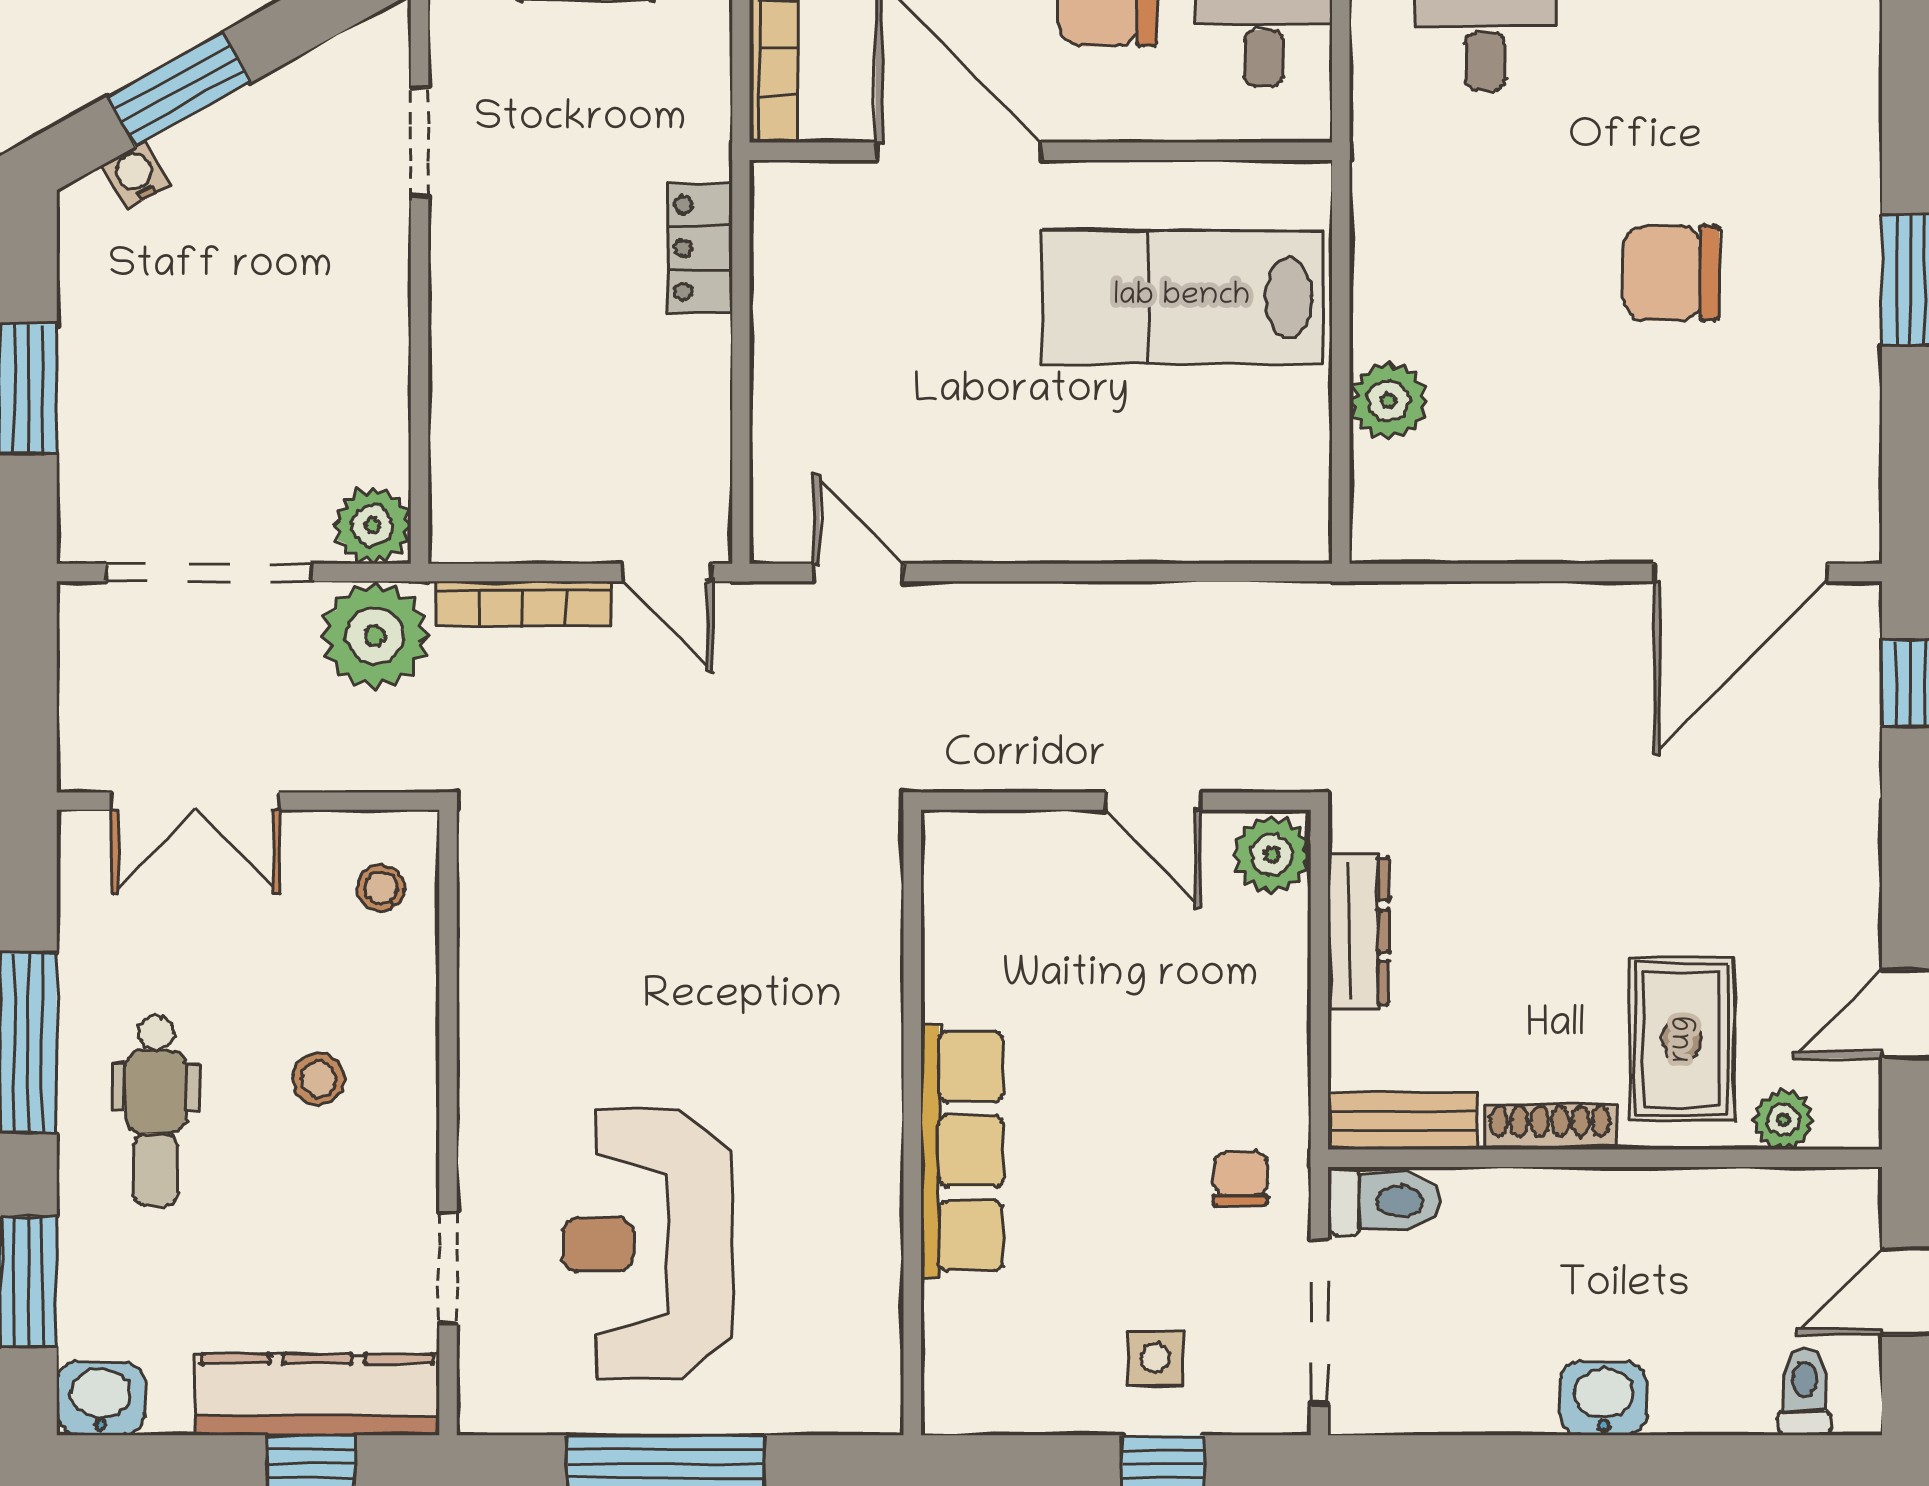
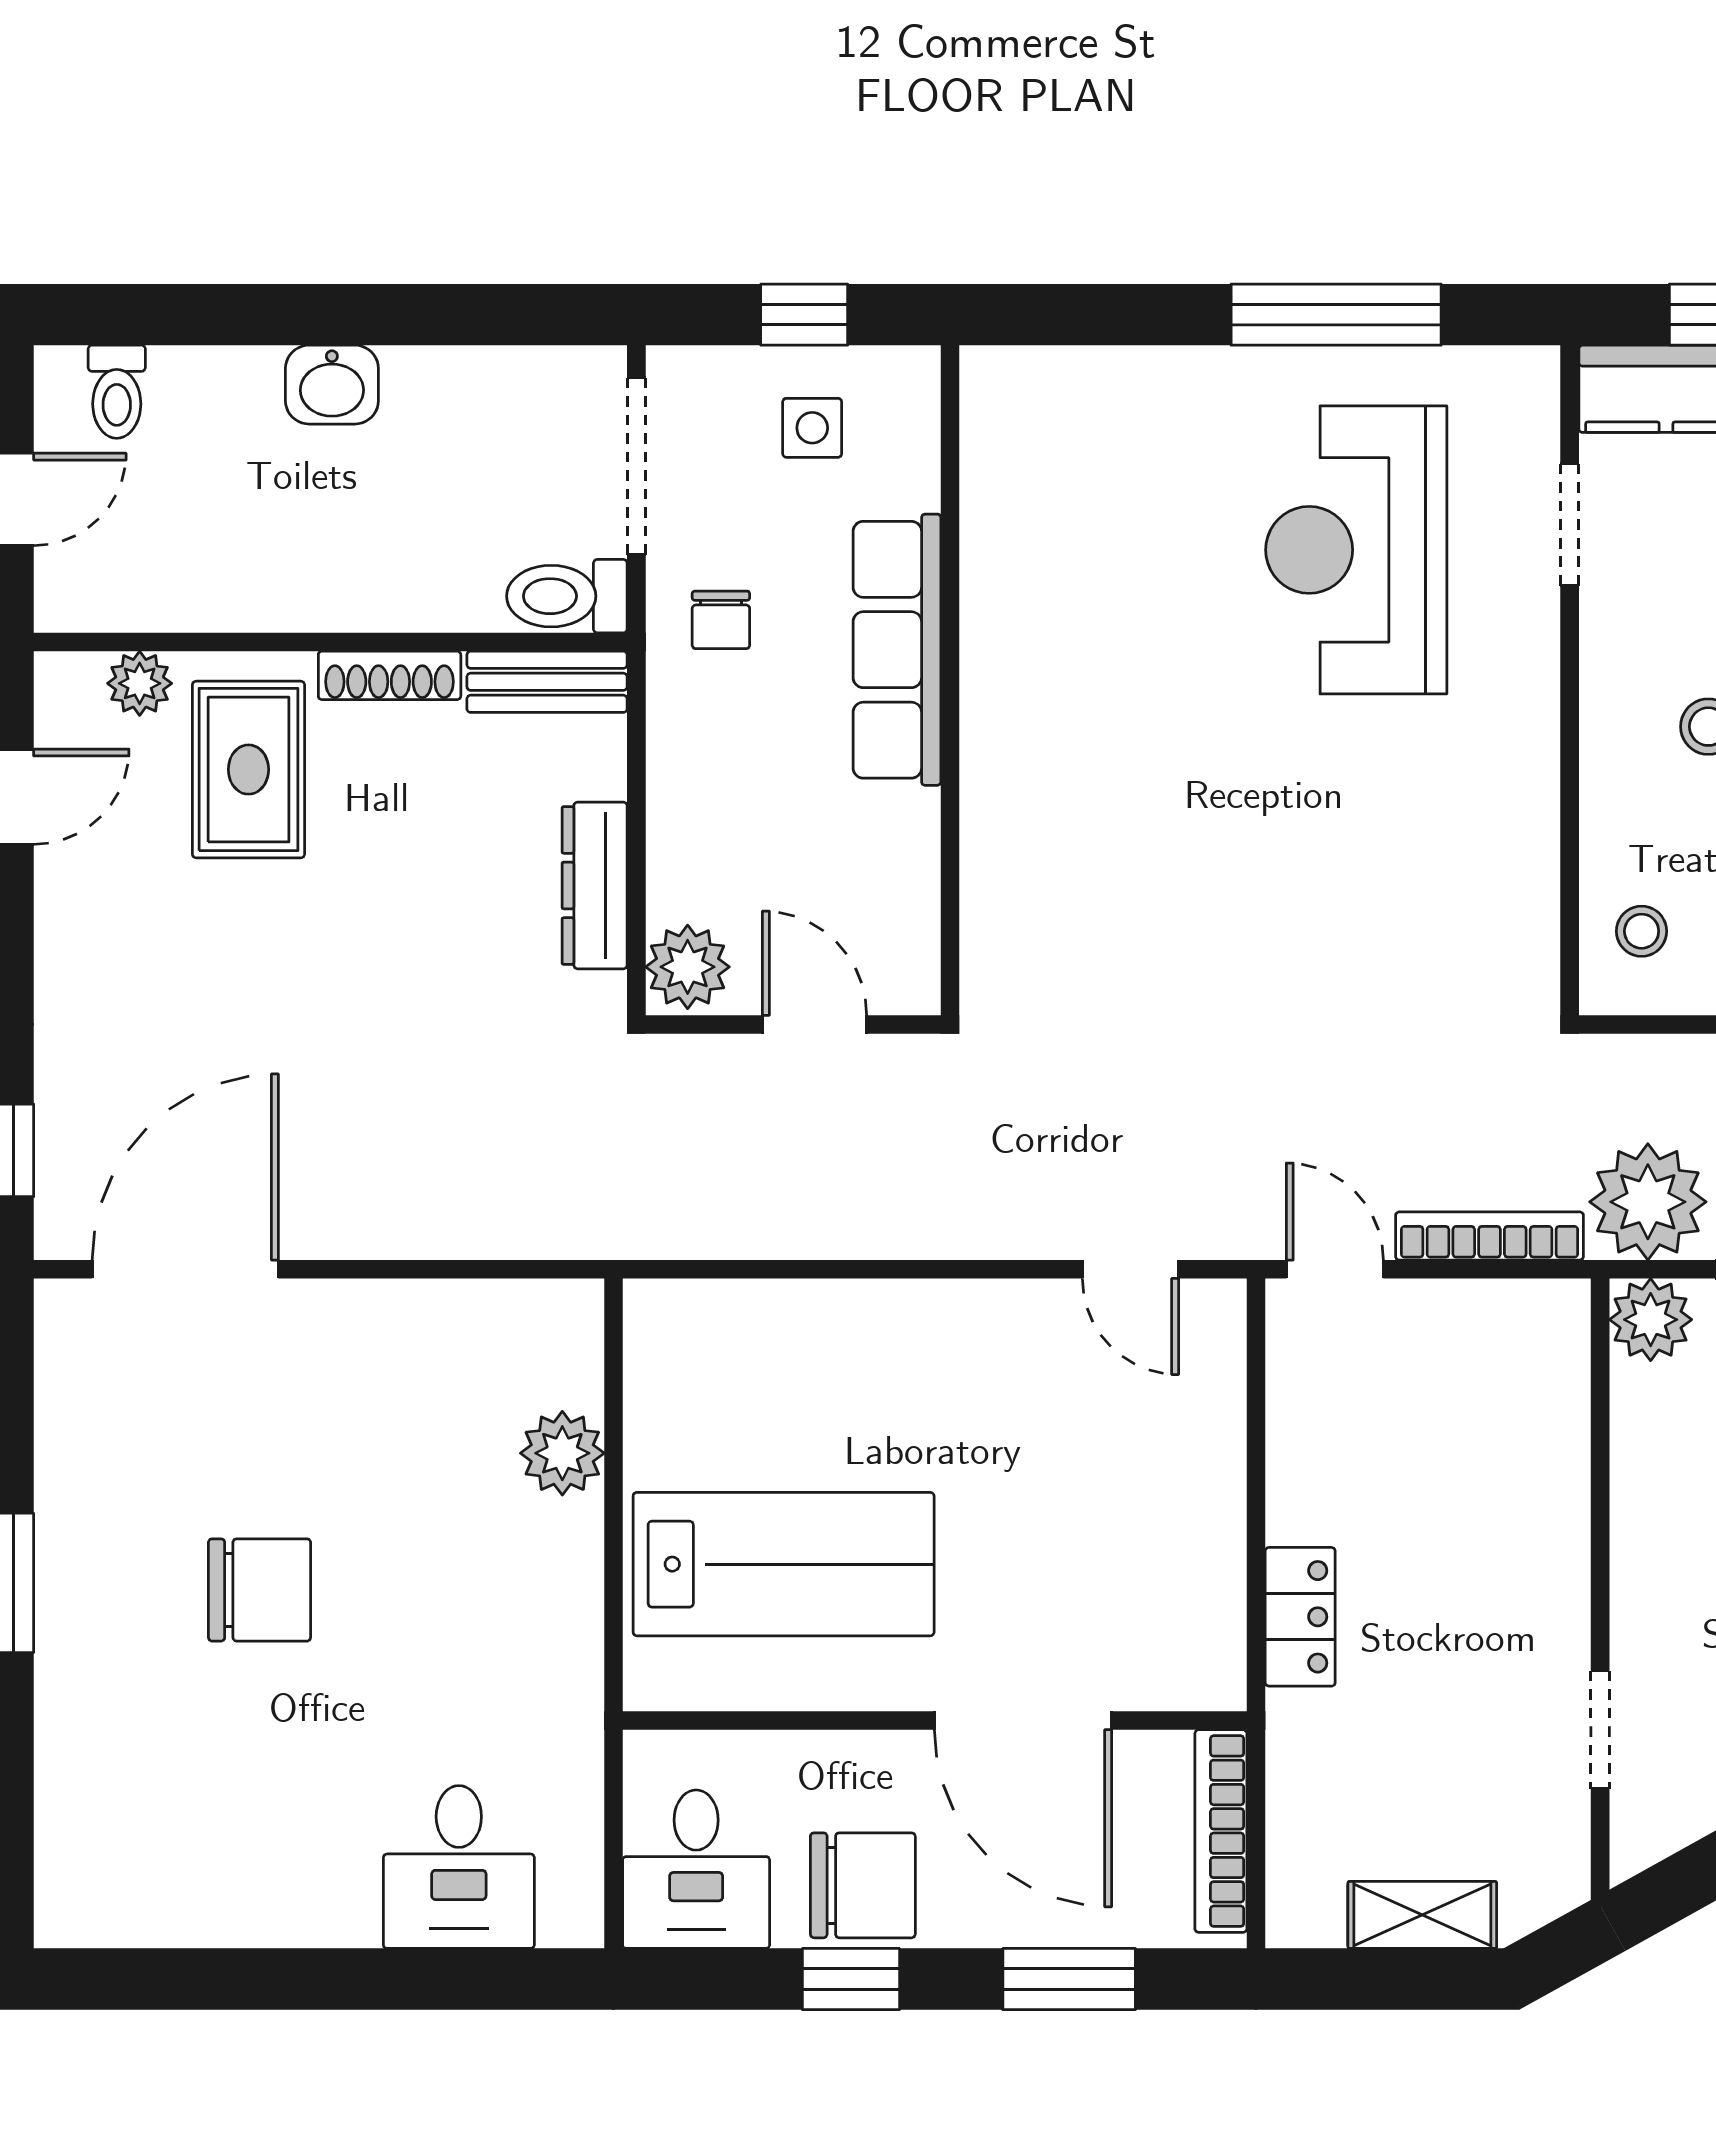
wall: (912, 1122) -> (950, 680), moved
row of seats: (962, 1151) -> (897, 650), moved
reception desk: (647, 1244) -> (1356, 550), turned 180

